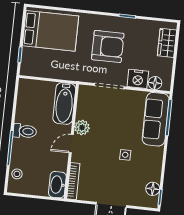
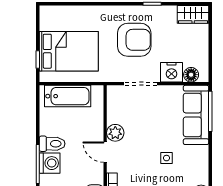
bed: (50, 31) -> (69, 51), moved
wardrobe: (167, 43) -> (193, 14), moved, turned -90
bathtub: (64, 104) -> (68, 96), moved, turned -90
door: (71, 144) -> (105, 152), hinge flipped
washing machine: (21, 148) -> (50, 163), added

